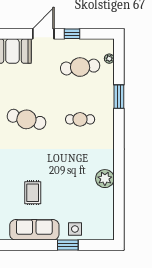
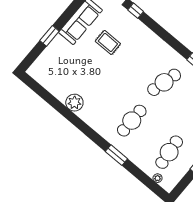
window: (119, 97) -> (116, 155), moved
cafe table: (80, 119) -> (132, 121), width x1.37, depth x1.35
side table: (75, 229) -> (57, 51), removed

